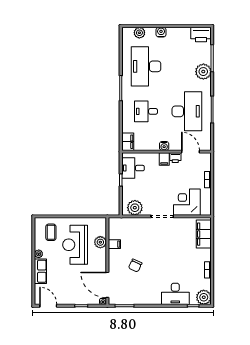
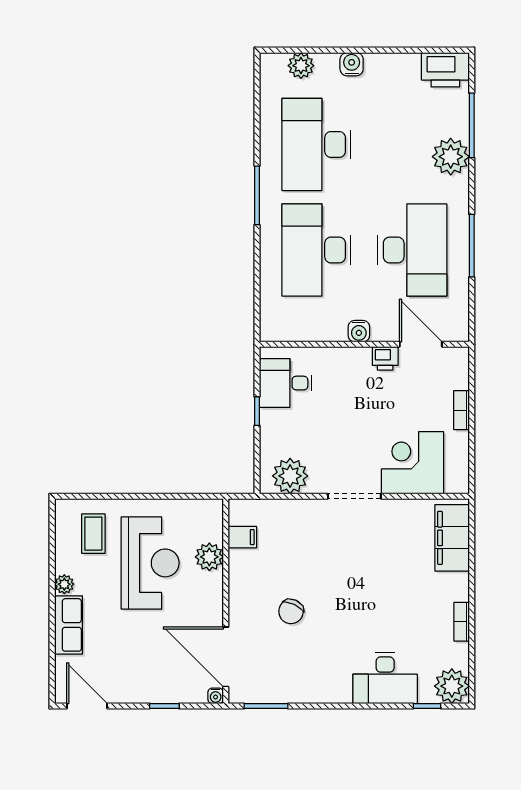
desk: (146, 111) -> (316, 250), width x1.87, depth x1.30
filing cabinet: (128, 142) -> (273, 321), removed
filing cabinet: (164, 159) -> (359, 362), removed
filing cabinet: (114, 244) -> (242, 537), moved
reception desk: (75, 245) -> (150, 563), turned 180

